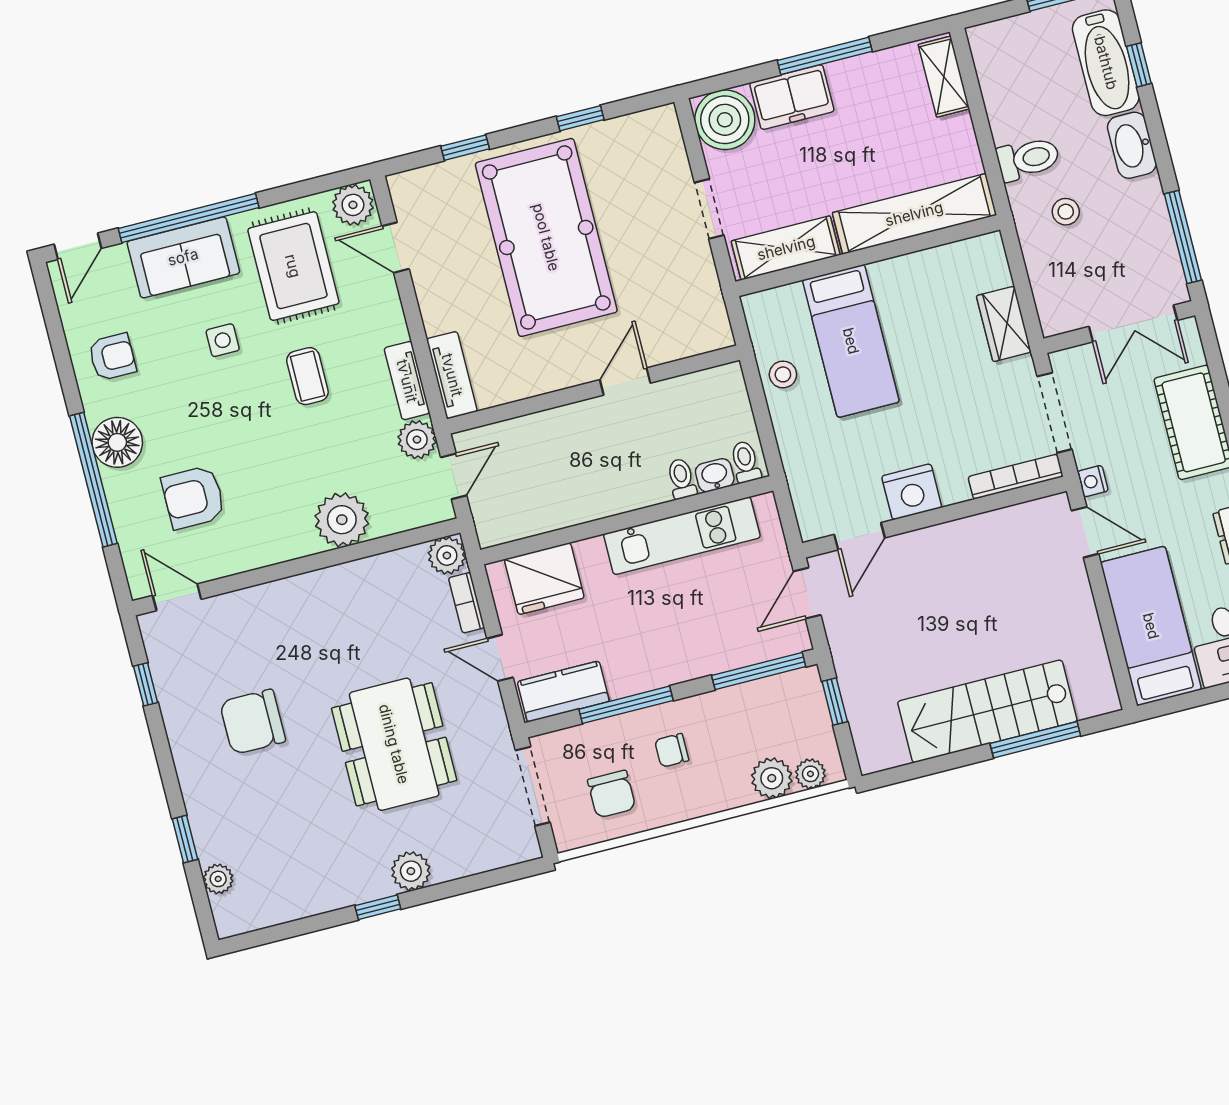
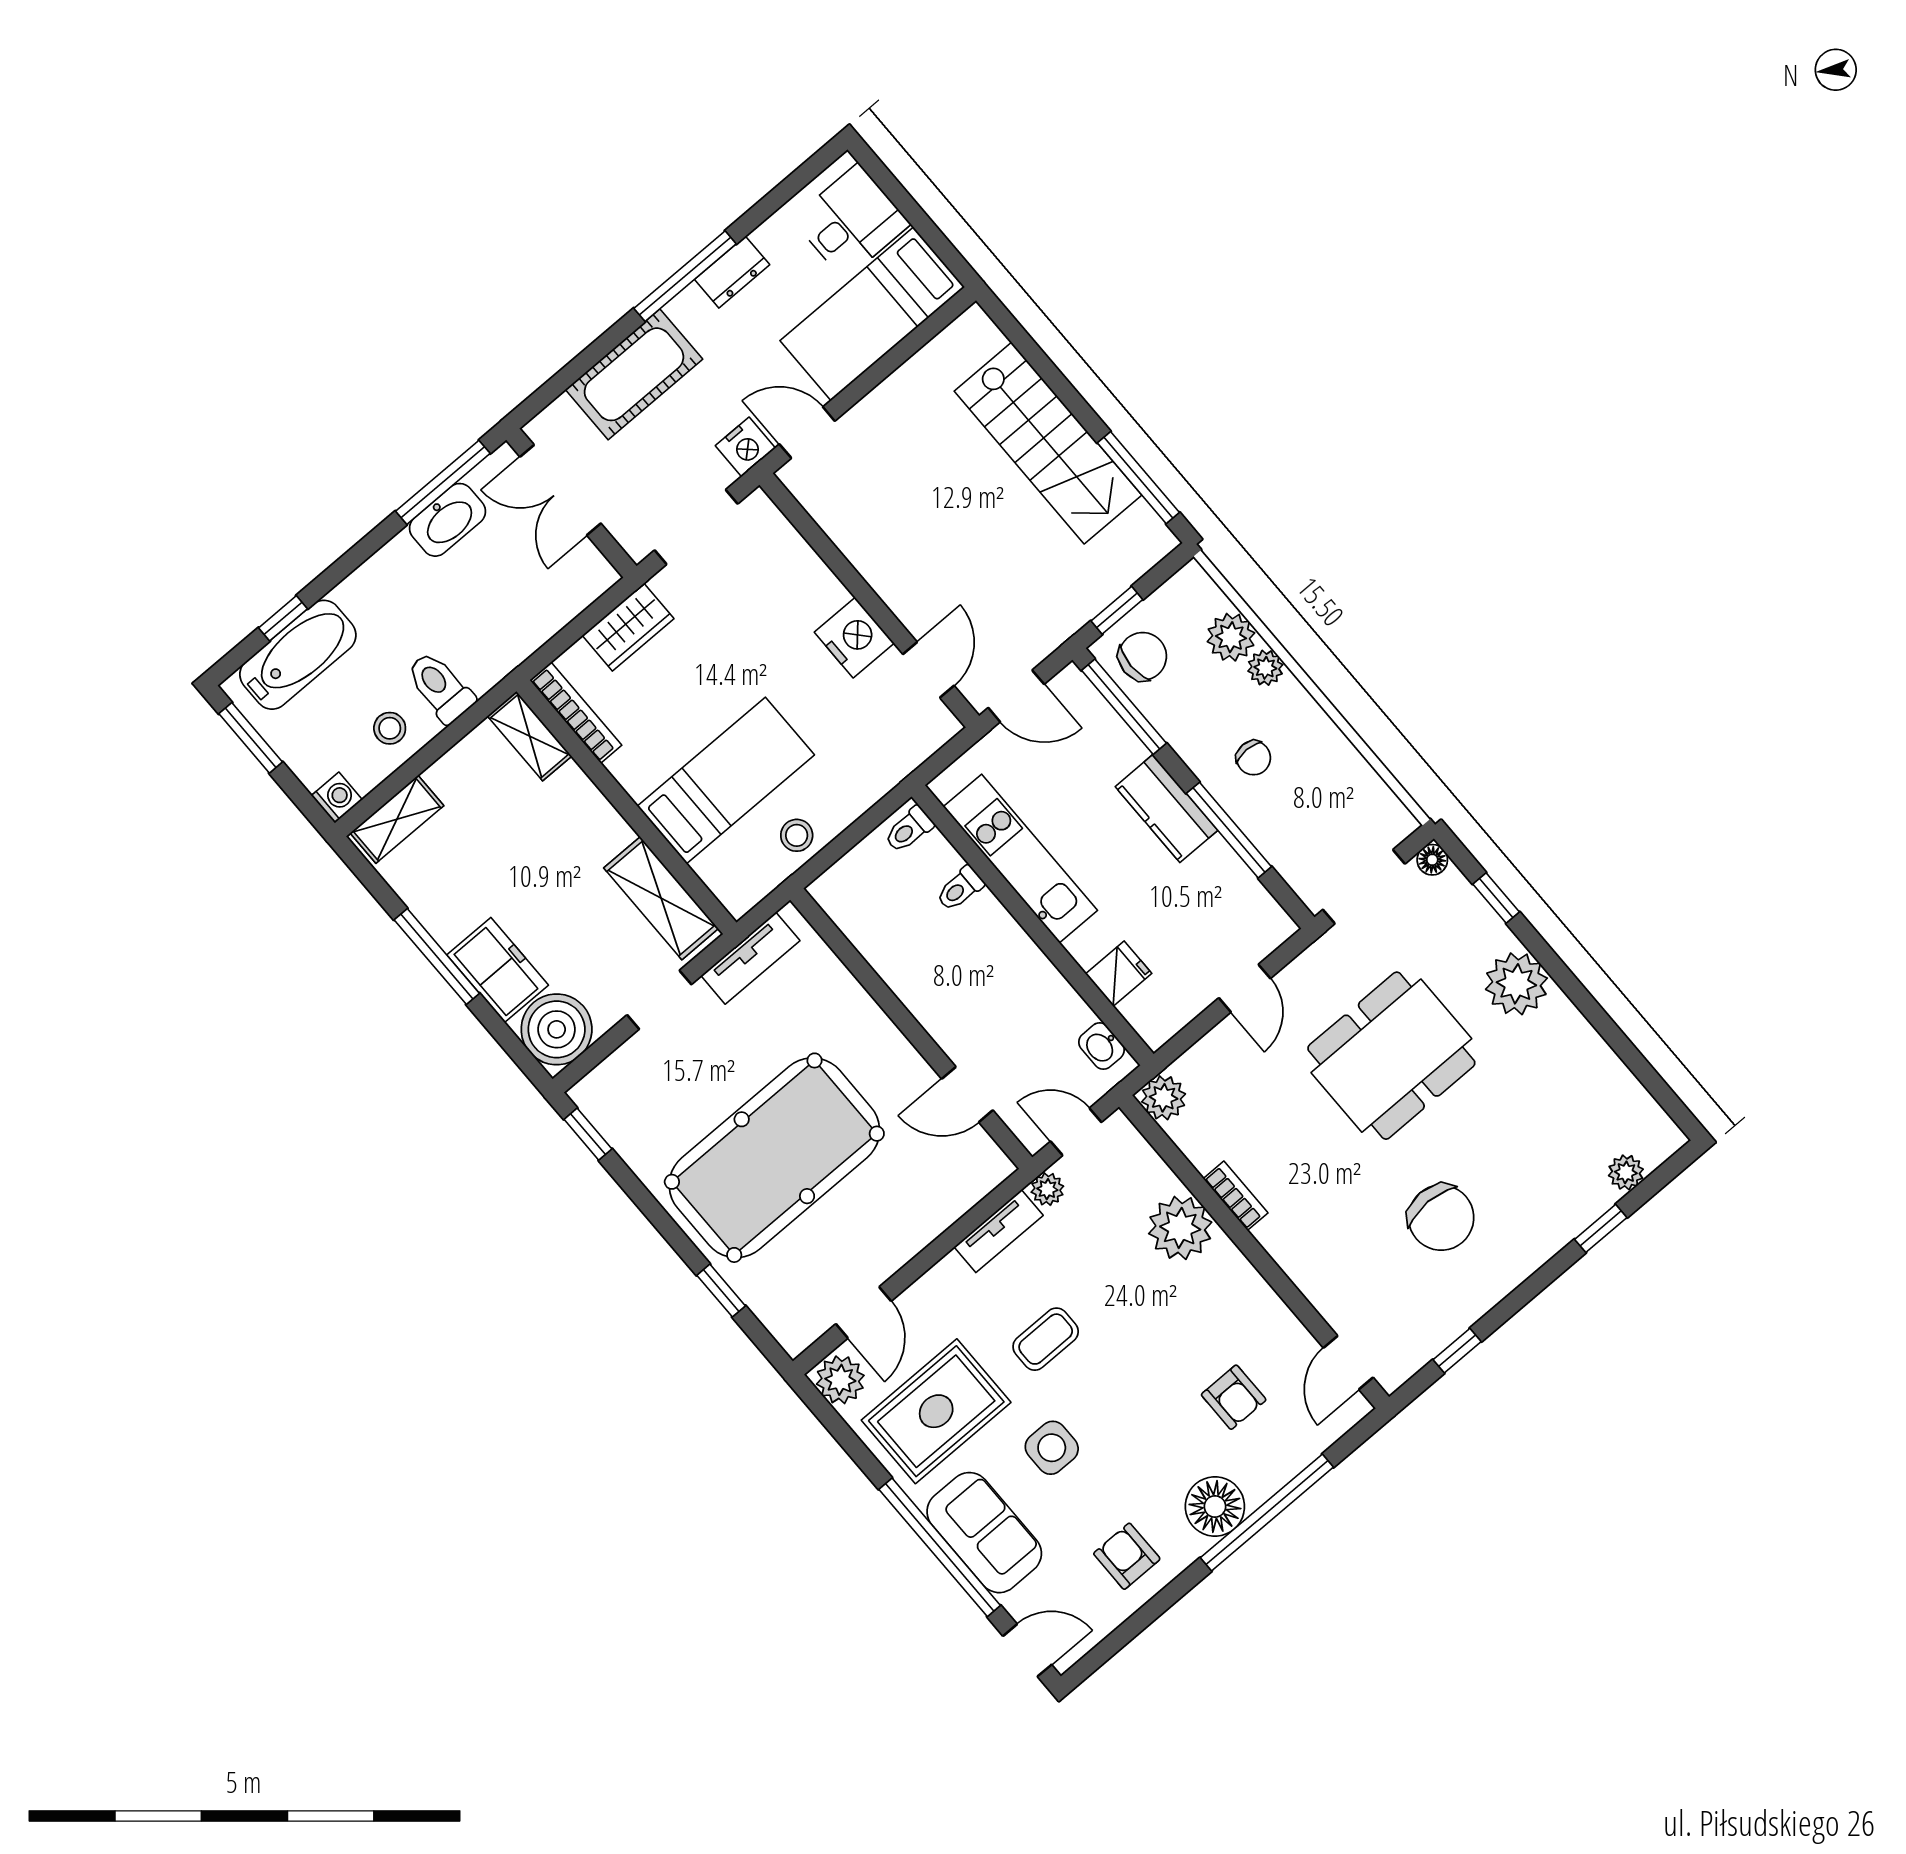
washing machine: (983, 39) -> (337, 798), added
window: (580, 118) -> (588, 1134), moved
washbasin: (1132, 145) -> (447, 520), moved
stool: (1066, 212) -> (390, 728), moved
shelving: (914, 214) -> (530, 736), width x0.45, depth x0.75
double door: (1133, 323) -> (560, 490), swing flipped
side table: (223, 340) -> (1052, 1448), width x1.37, depth x1.37
tv unit: (452, 375) -> (750, 958), moved, turned 180
door: (625, 381) -> (967, 1094), moved
plant: (417, 440) -> (1047, 1189), width x0.73, depth x0.73
washbasin: (715, 475) -> (1102, 1046), moved
bookcase: (1016, 477) -> (576, 713), moved, turned 180
nightstand: (1093, 481) -> (745, 447), width x1.39, depth x1.35
armchair: (193, 497) -> (1234, 1397), width x0.72, depth x0.72
door: (1085, 532) -> (807, 433), hinge flipped
door: (860, 536) -> (929, 670), hinge flipped
fridge: (544, 579) -> (1119, 974), width x0.53, depth x0.75
bookcase: (467, 603) -> (1236, 1196), moved, turned -90
kitchen counter: (563, 691) -> (1166, 808), moved
window: (1035, 740) -> (1138, 478), moved
plant: (810, 774) -> (1265, 668), moved
chair: (612, 794) -> (1143, 656), moved
floor lamp: (528, 848) -> (1432, 860), added
plant: (411, 871) -> (1516, 984), width x1.36, depth x1.36
window: (378, 907) -> (1496, 898), moved

